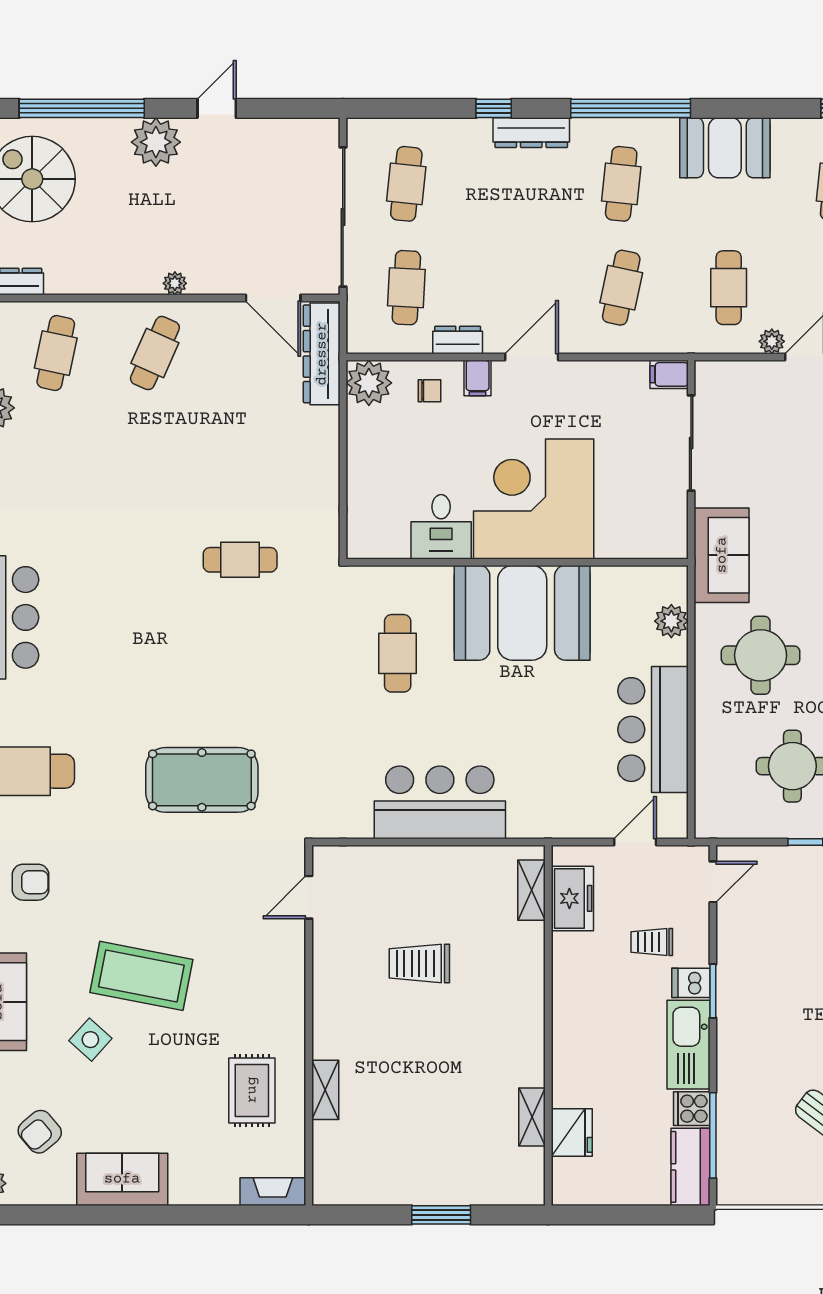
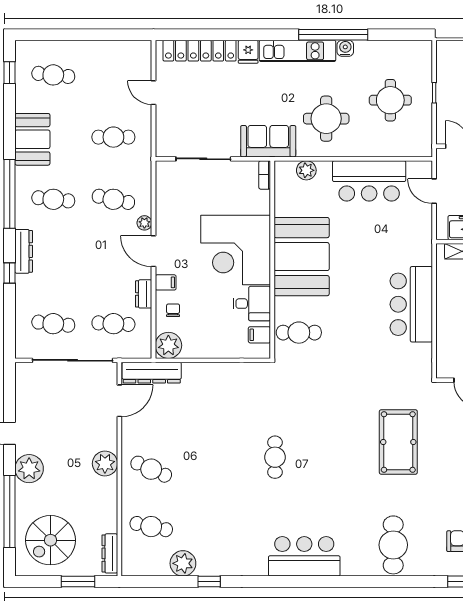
plant: (175, 283) -> (105, 464), width x1.88, depth x1.88
plant: (772, 341) -> (144, 223), moved
filing cabinet: (669, 374) -> (259, 335), moved, turned 90
bookcase: (663, 549) -> (265, 175), added
cafe table: (240, 560) -> (275, 457), moved
cafe table: (398, 653) -> (299, 333), moved

